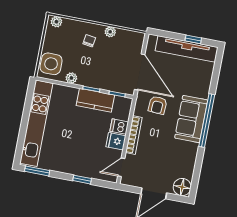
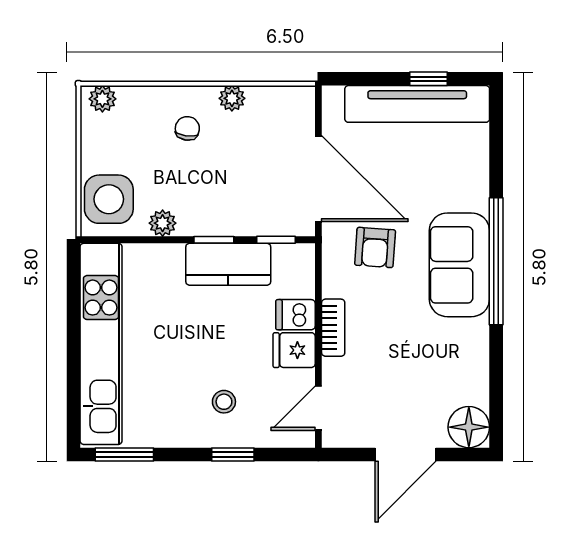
bookcase: (134, 135) -> (333, 328), width x0.64
stool: (83, 157) -> (224, 402), added

